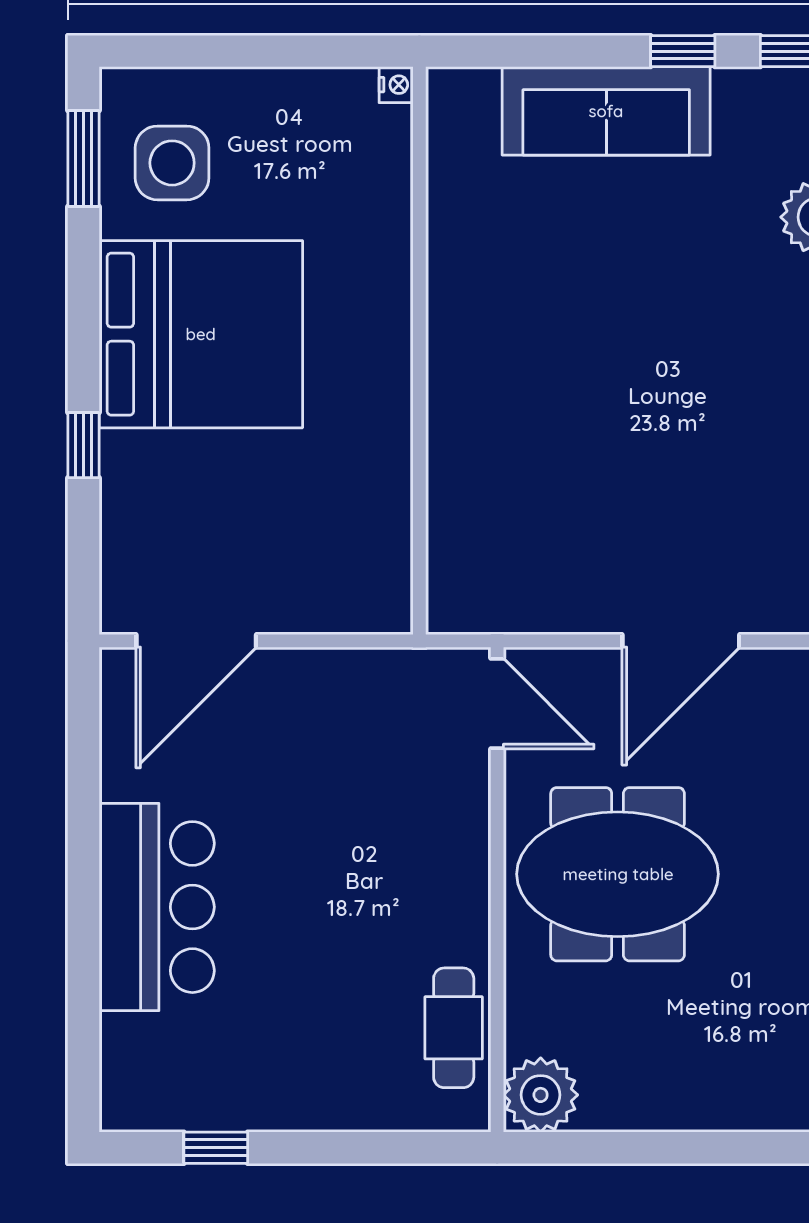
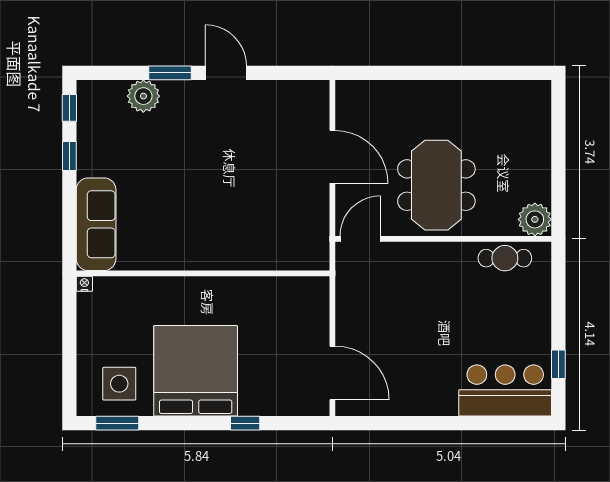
sofa: (606, 111) -> (96, 224), moved
bar counter: (157, 907) -> (505, 391), moved

